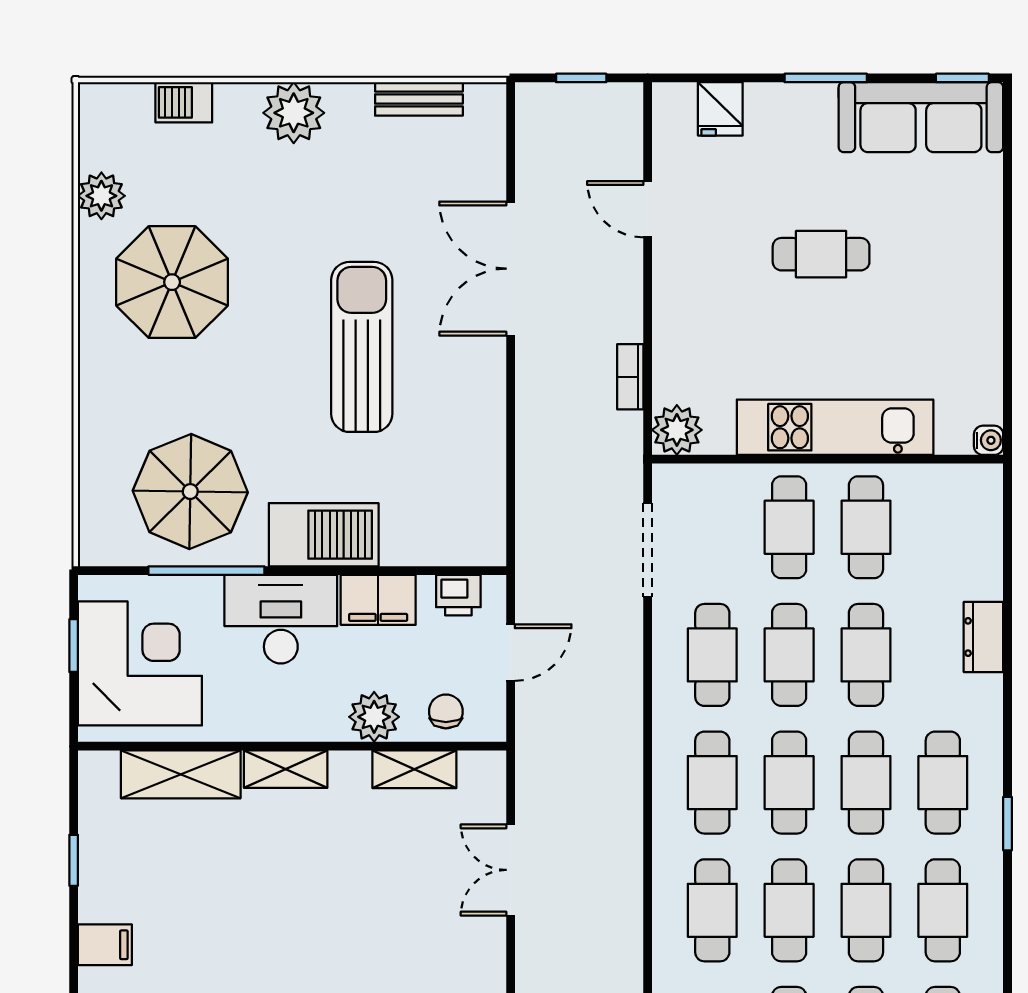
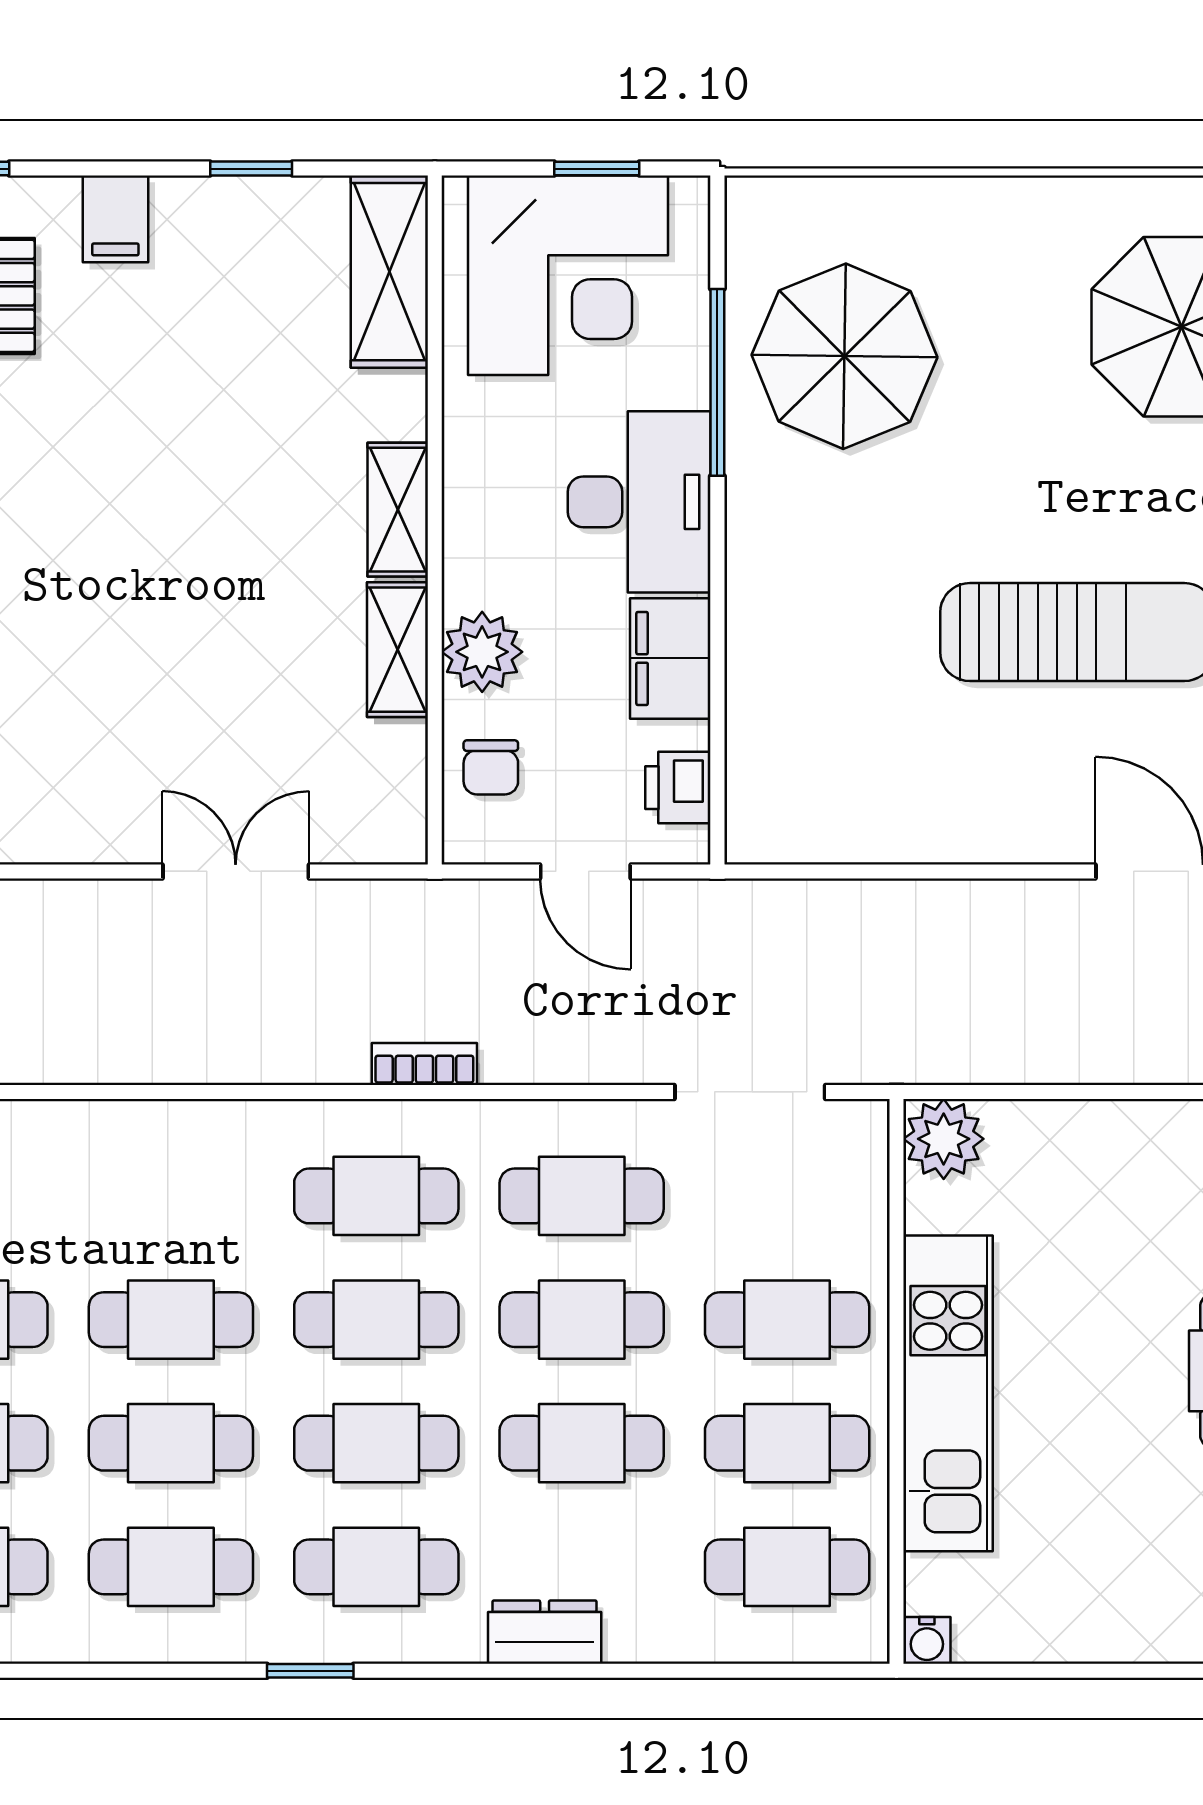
bookcase: (630, 377) -> (424, 1064), moved
barbecue: (324, 535) -> (775, 571), removed
dresser: (983, 637) -> (545, 1632), moved
chair: (446, 711) -> (491, 767), turned 90
shelving: (414, 769) -> (398, 650), moved
shelving: (181, 774) -> (389, 272), moved
cafe table: (712, 910) -> (787, 1567), moved

